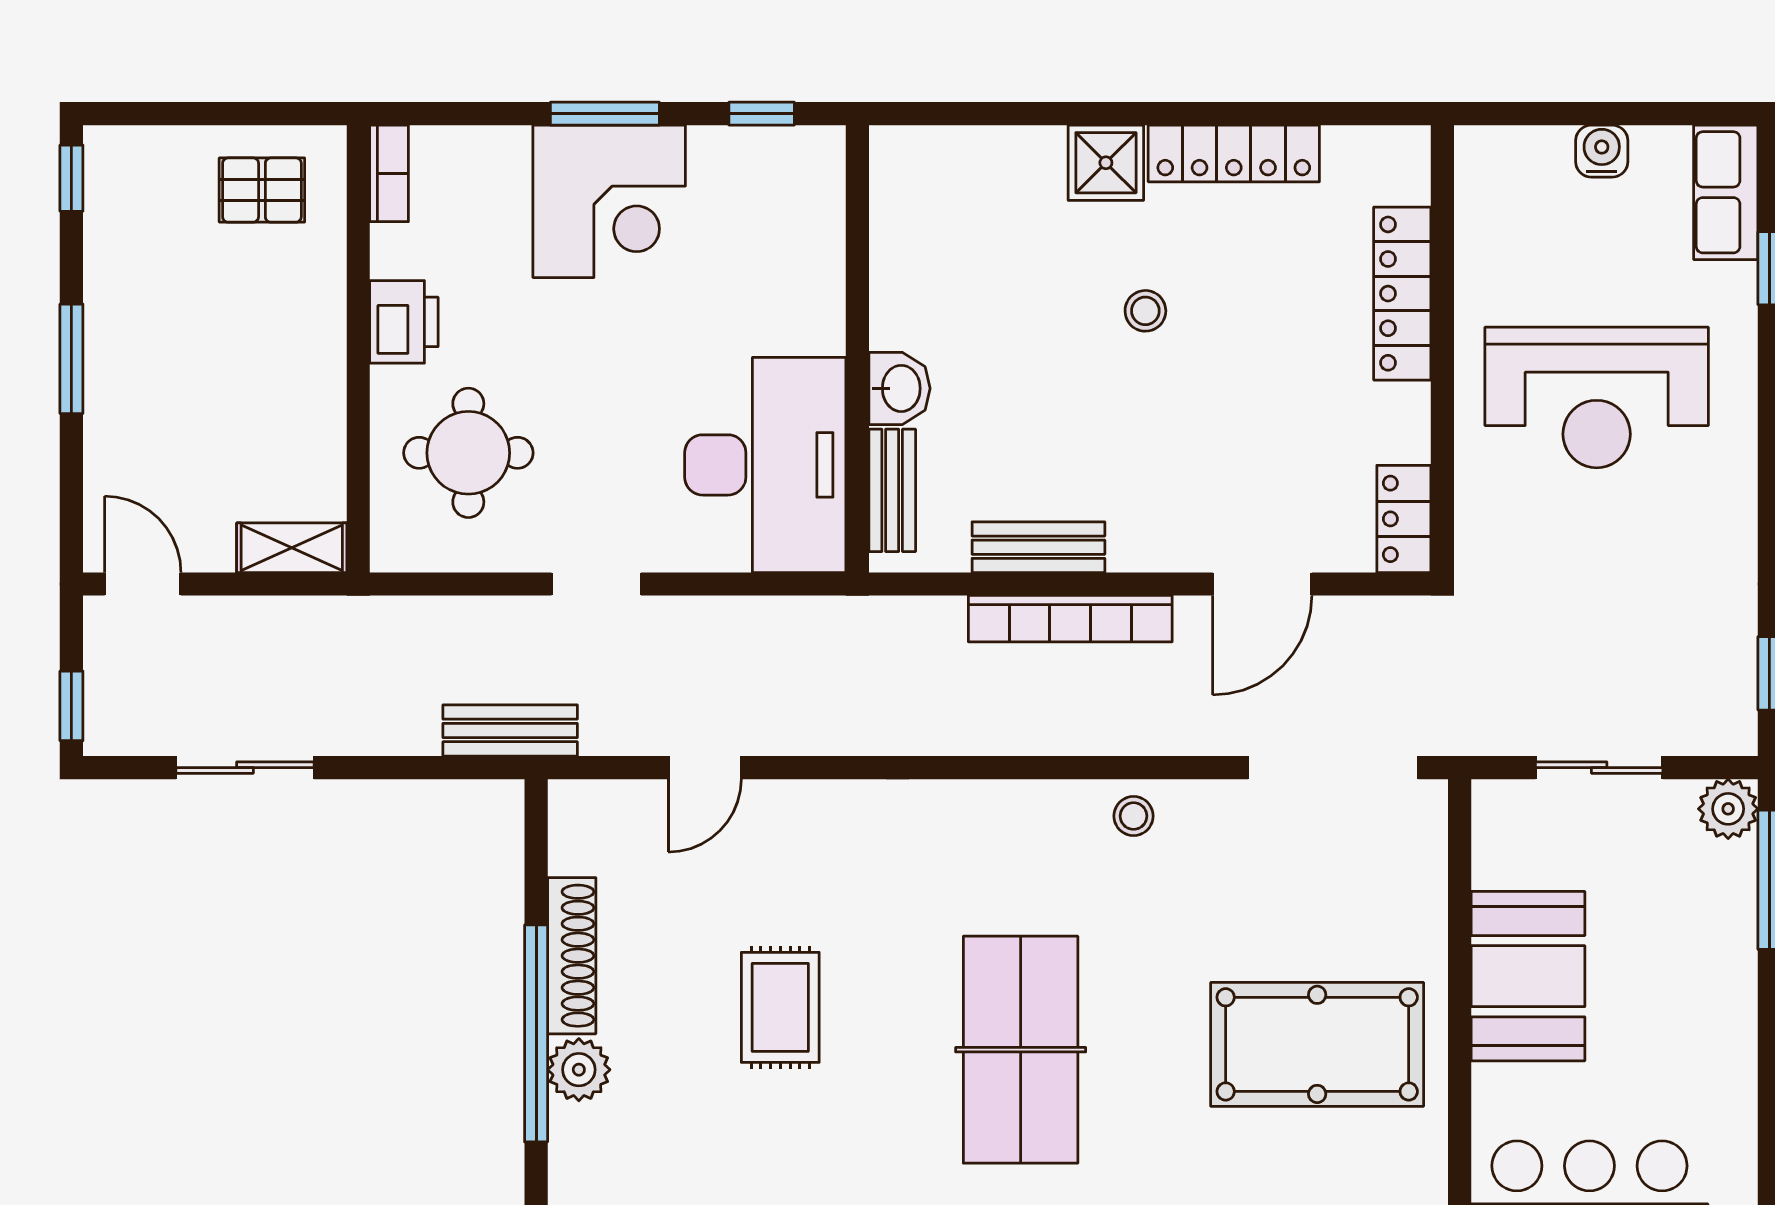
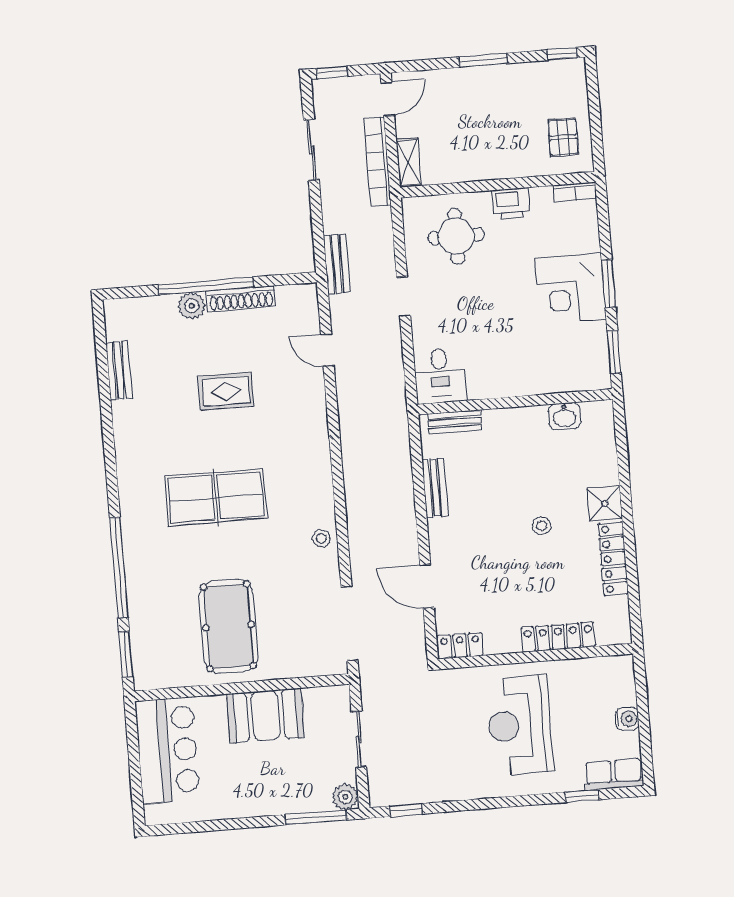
window: (762, 114) -> (614, 352), width x1.50
washbasin: (899, 388) -> (564, 416), moved
desk: (765, 465) -> (440, 376), width x0.53, depth x0.77
bookcase: (1070, 619) -> (378, 161), moved

